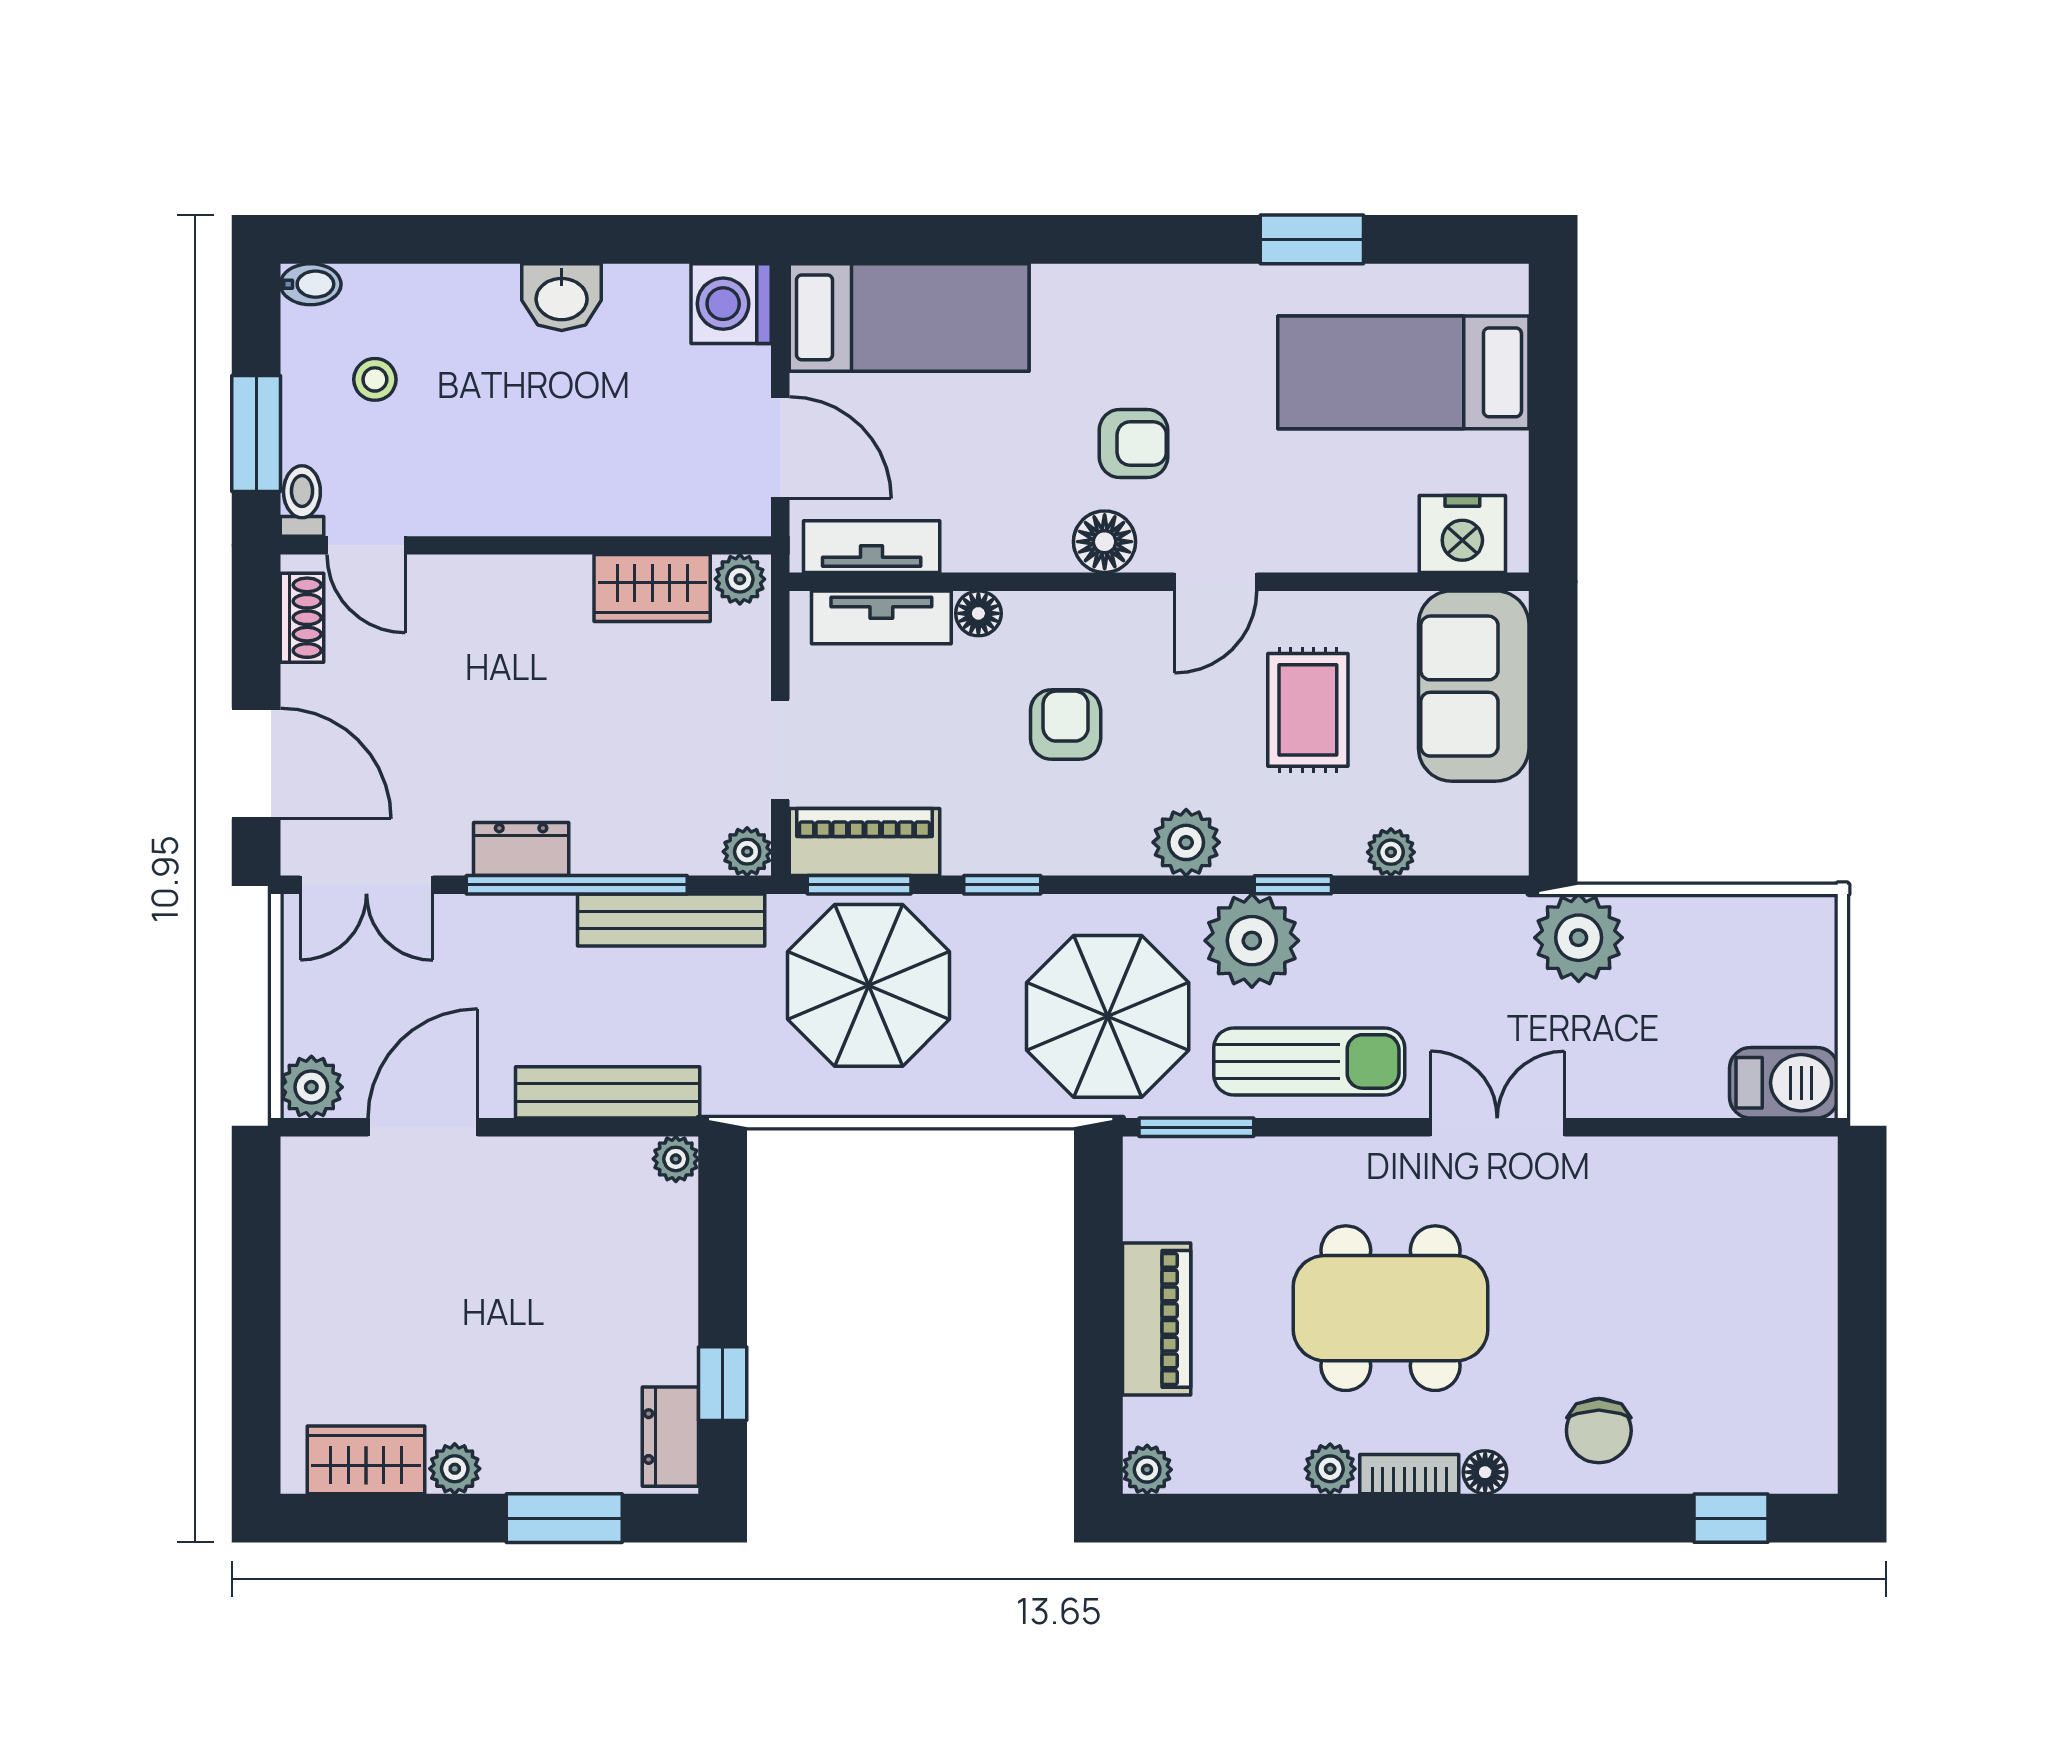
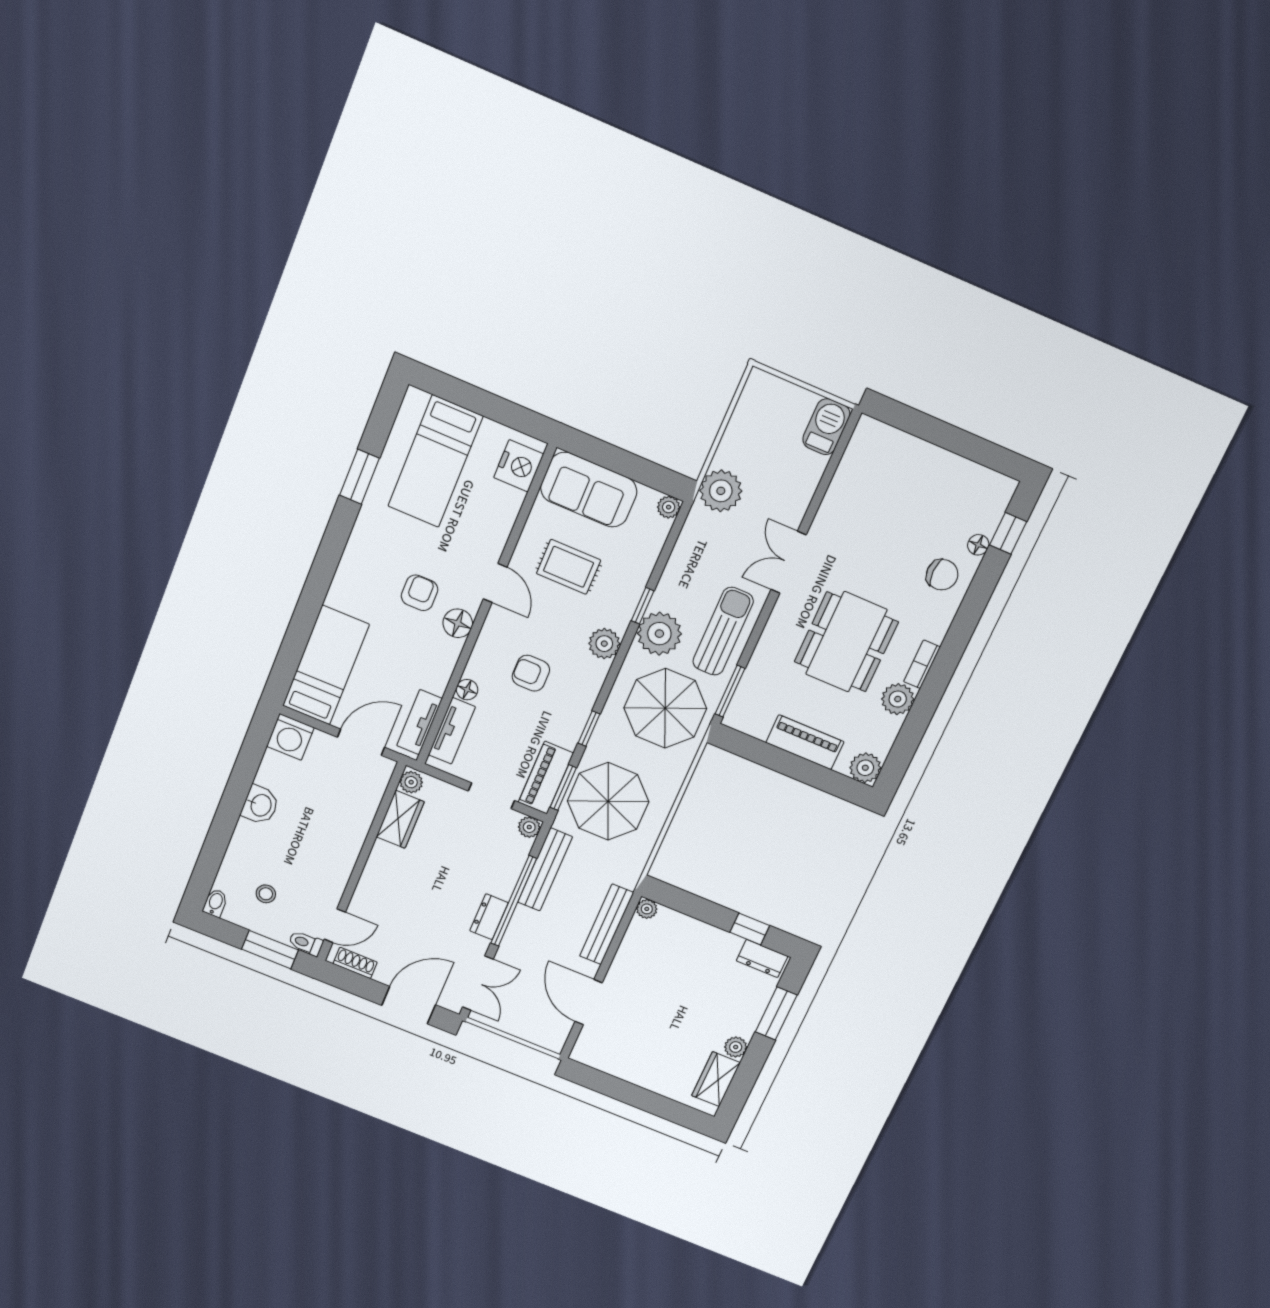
plant: (1391, 852) -> (669, 507), moved
plant: (311, 1087) -> (553, 1038), removed
plant: (1330, 1469) -> (898, 699), width x1.38, depth x1.38
plant: (1147, 1470) -> (865, 768), width x1.38, depth x1.38
floor lamp: (1485, 1472) -> (978, 545), moved

